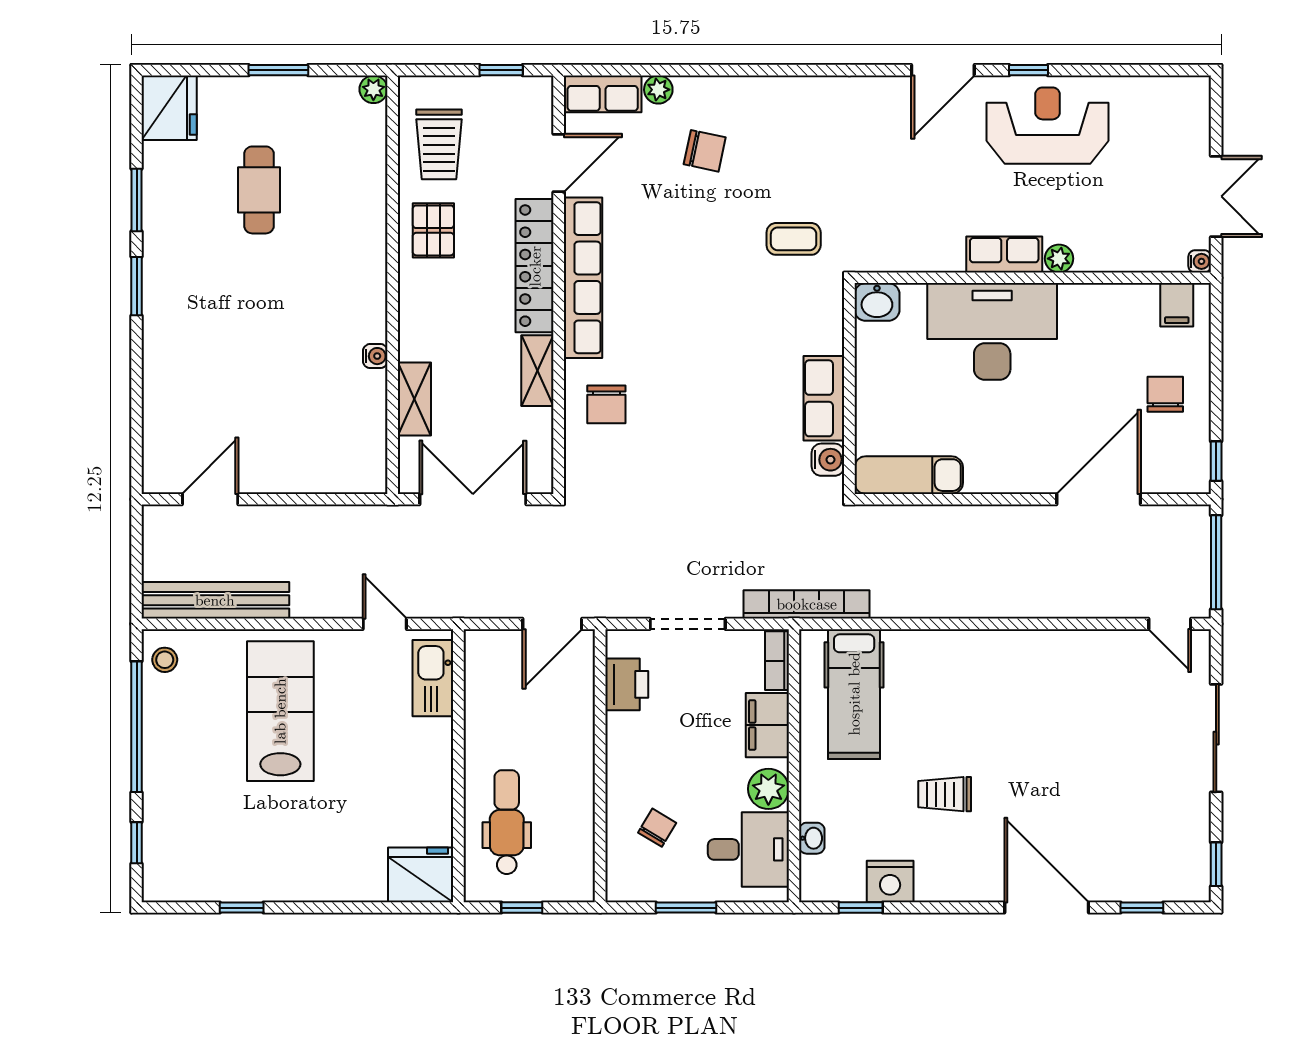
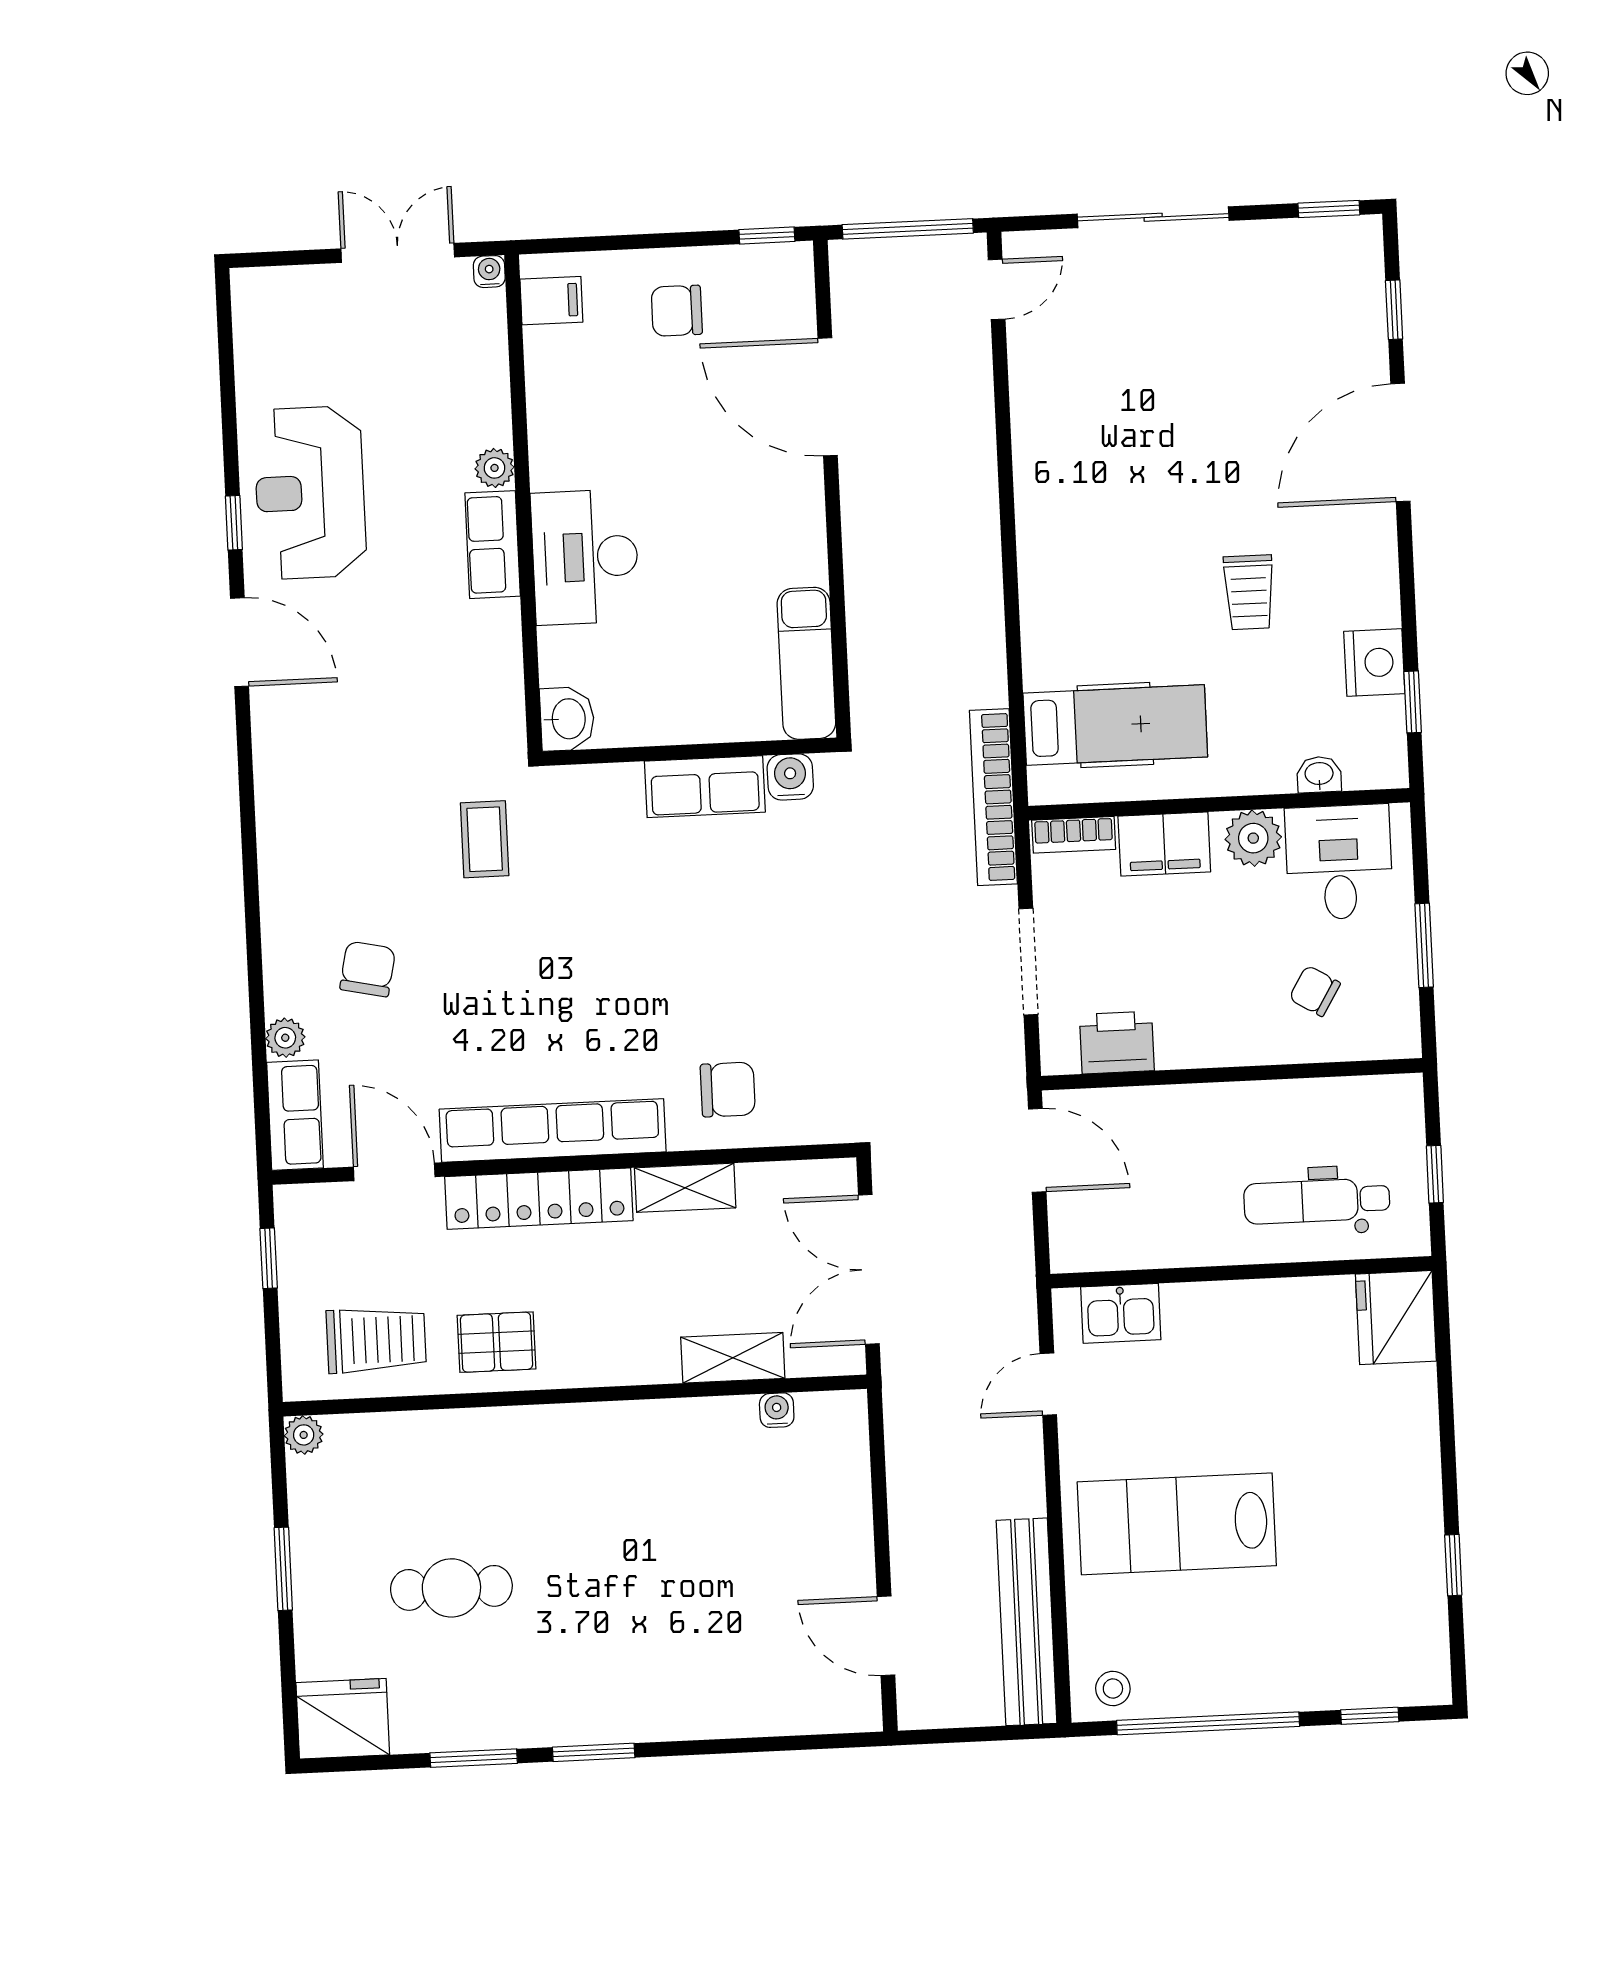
desk: (992, 331) -> (585, 557), width x0.73, depth x0.77
water cooler: (375, 356) -> (777, 1410), moved
kitchen sink: (433, 678) -> (1121, 1313), width x0.73

